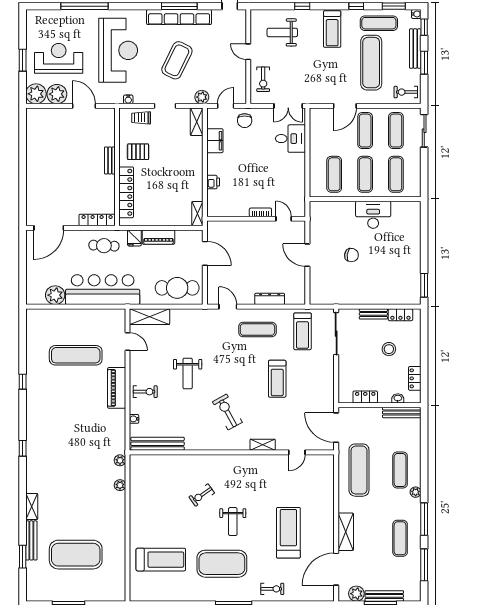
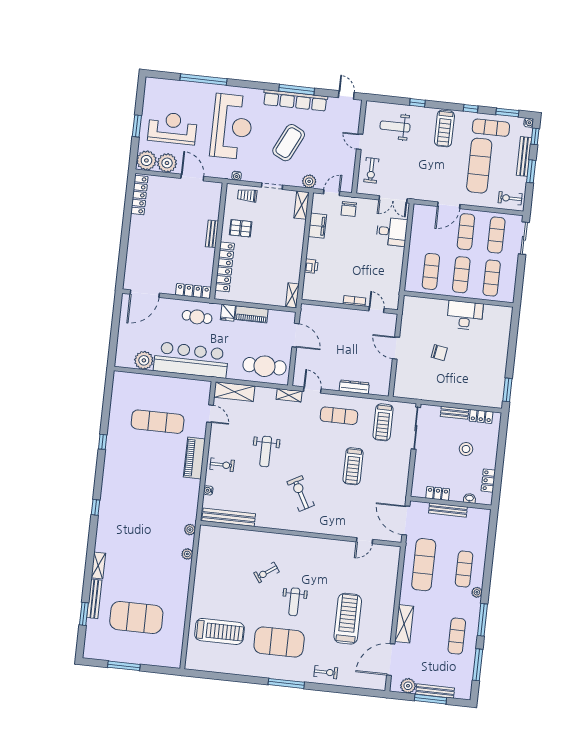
locker: (33, 129) -> (139, 195), added
bench: (402, 412) -> (448, 510), moved
shelving: (263, 445) -> (289, 395), moved

